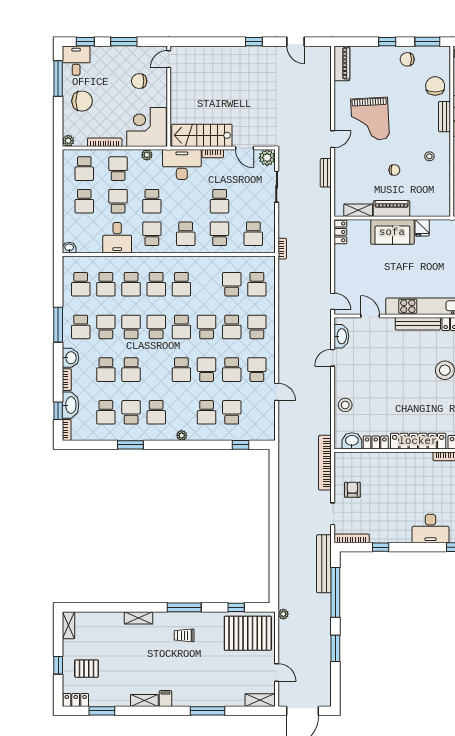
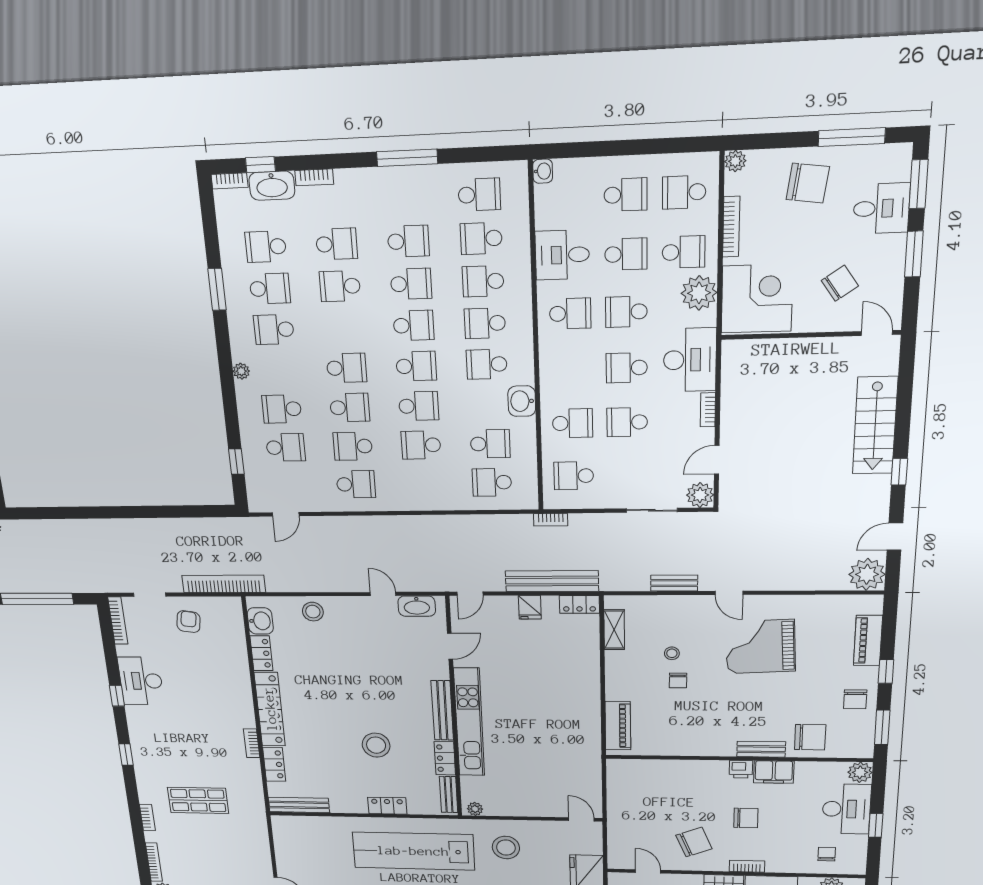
window: (85, 42) -> (919, 184), width x1.50
plant: (320, 57) -> (867, 574), added
chair: (407, 59) -> (855, 699), turned 180
desk: (76, 61) -> (881, 208), moved
piano: (342, 63) -> (868, 641), moved, turned 90
chair: (139, 81) -> (840, 283), turned 56
chair: (82, 101) -> (808, 183), turned -82
stairs: (202, 135) -> (875, 426), moved, turned 180
plant: (147, 155) -> (699, 293), width x1.87, depth x1.87
stool: (429, 156) -> (672, 653), moved
school desk: (84, 201) -> (626, 195), turned 180
piano: (392, 209) -> (618, 726), moved
fridge: (422, 228) -> (530, 607), moved, turned -90
sofa: (392, 232) -> (581, 677), removed
school desk: (186, 234) -> (627, 368), moved
school desk: (81, 284) -> (479, 195), turned 180
school desk: (81, 327) -> (406, 198), removed
school desk: (181, 327) -> (416, 366), turned 180
school desk: (257, 327) -> (423, 483), removed
washbasin: (71, 358) -> (522, 401), moved, turned 90
school desk: (106, 370) -> (337, 244), turned 180
school desk: (181, 370) -> (347, 368), turned 180
door: (277, 392) -> (286, 514), moved
armchair: (352, 490) -> (188, 622), turned -82
desk: (430, 529) -> (141, 681), moved
window: (381, 547) -> (117, 696), moved
bench: (324, 564) -> (552, 581), moved

